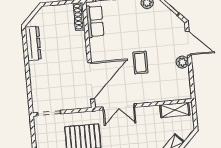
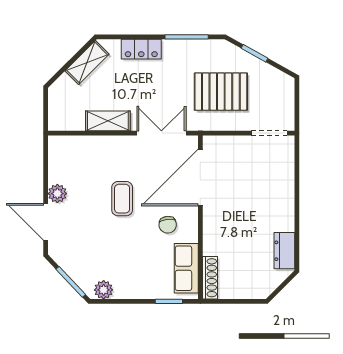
dresser: (33, 43) -> (284, 251), width x0.70
chair: (109, 48) -> (168, 225), added
shelving: (175, 110) -> (108, 121), moved

